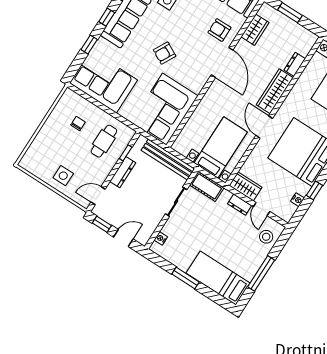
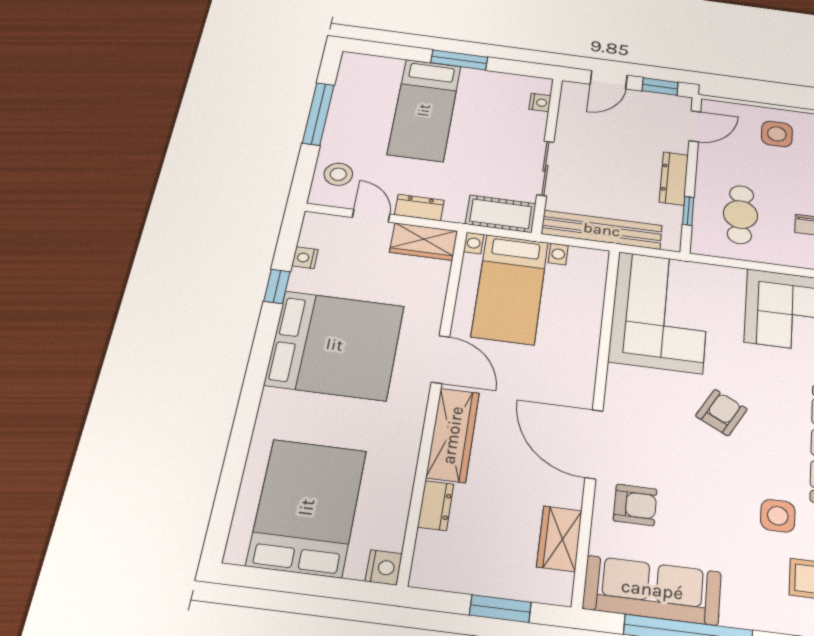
bed: (218, 278) -> (424, 110), moved, turned 90

